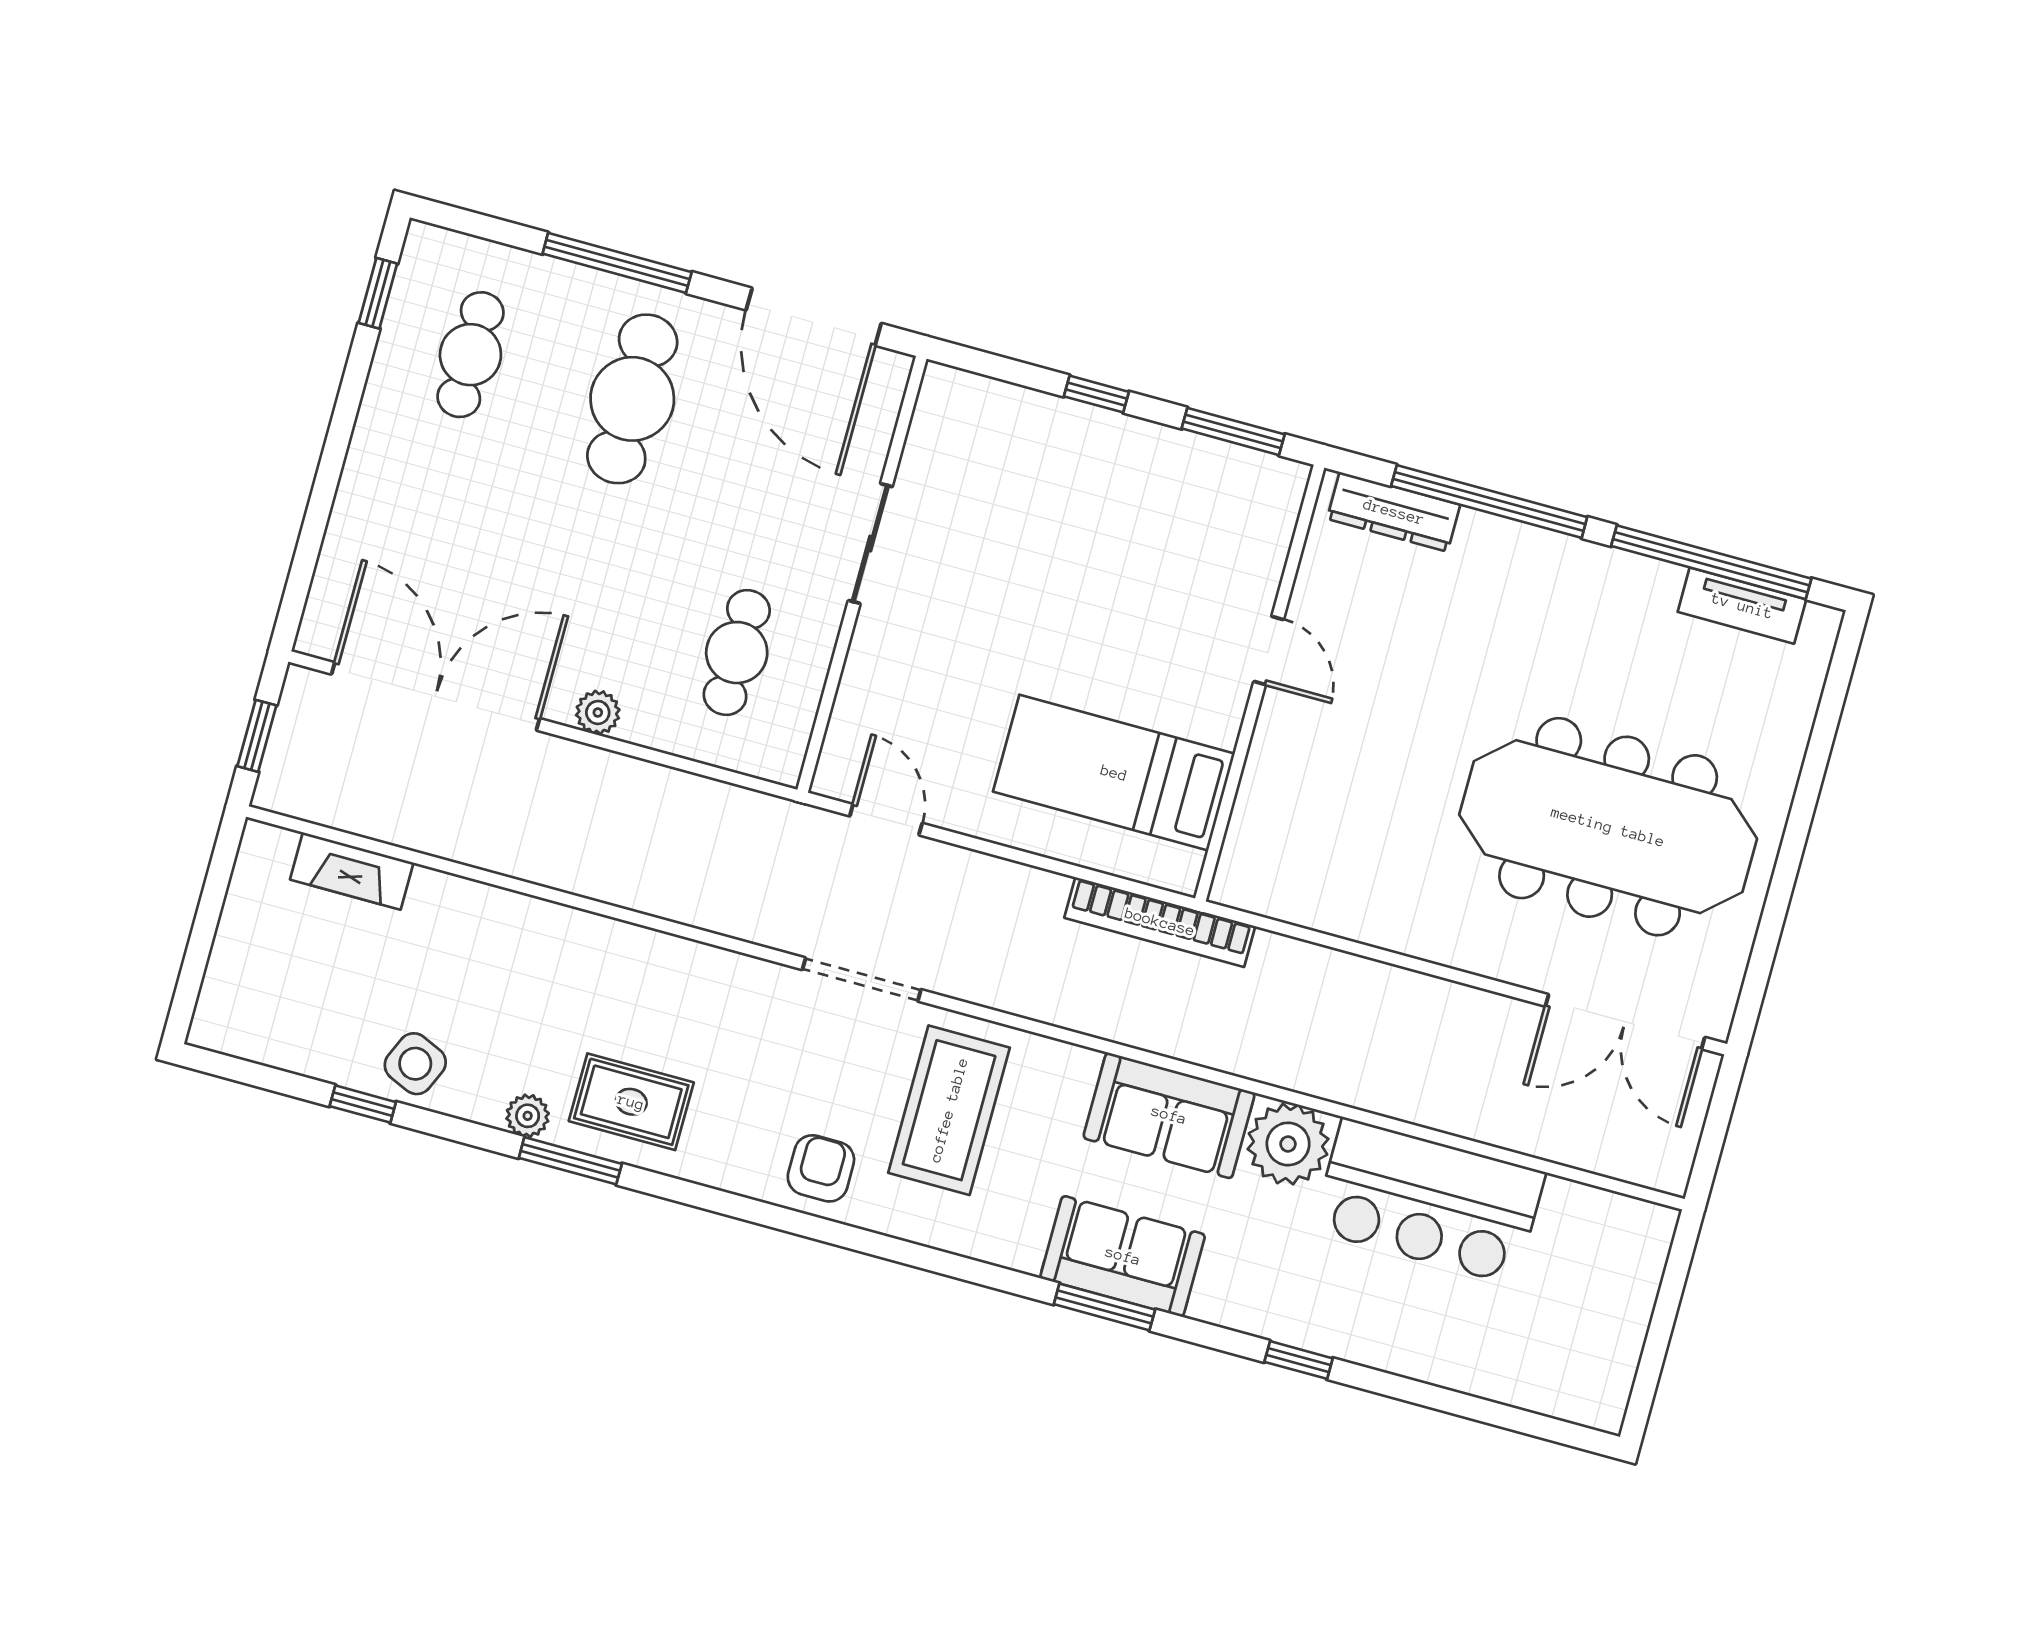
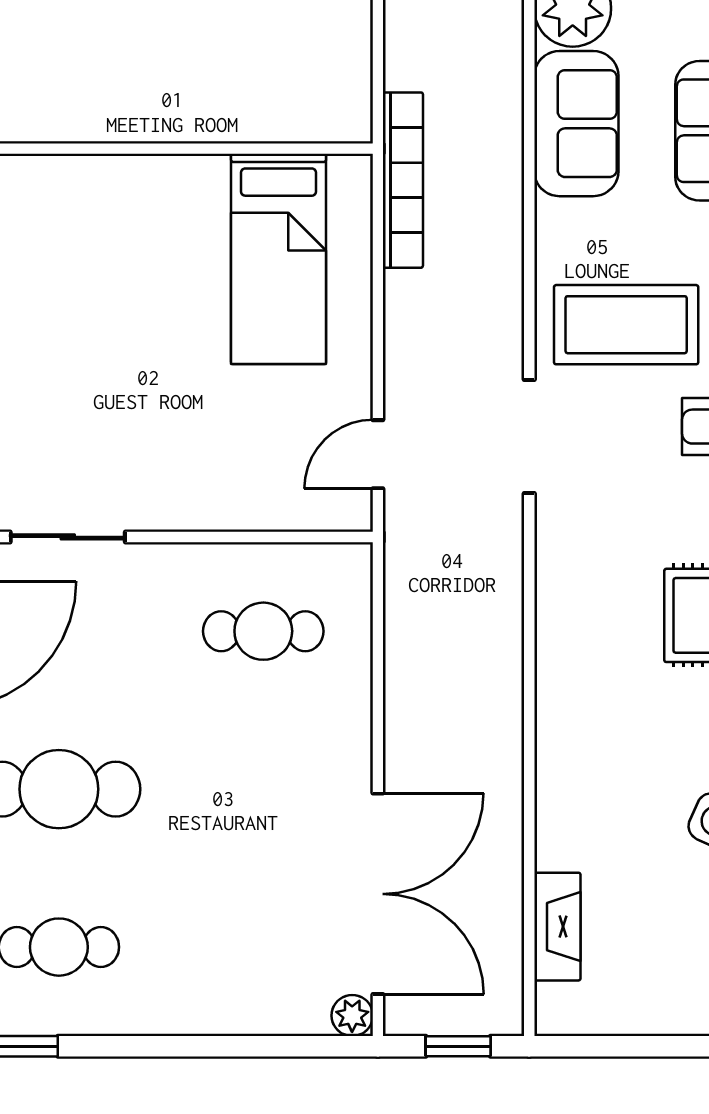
sliding door: (870, 544) -> (68, 537), moved
door: (1269, 651) -> (129, 149), removed
double door: (436, 696) -> (378, 894), swing flipped
plant: (598, 712) -> (352, 1016), moved

